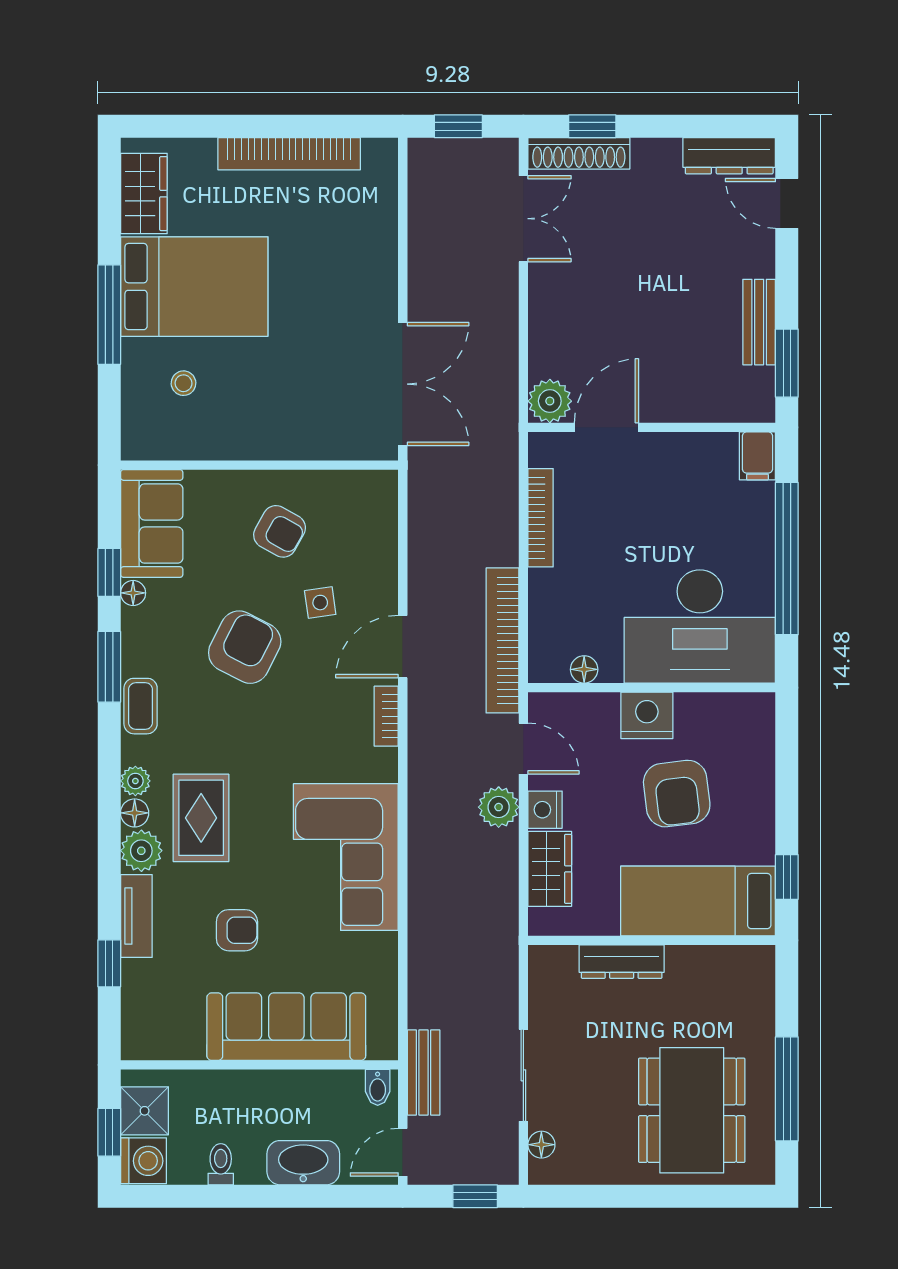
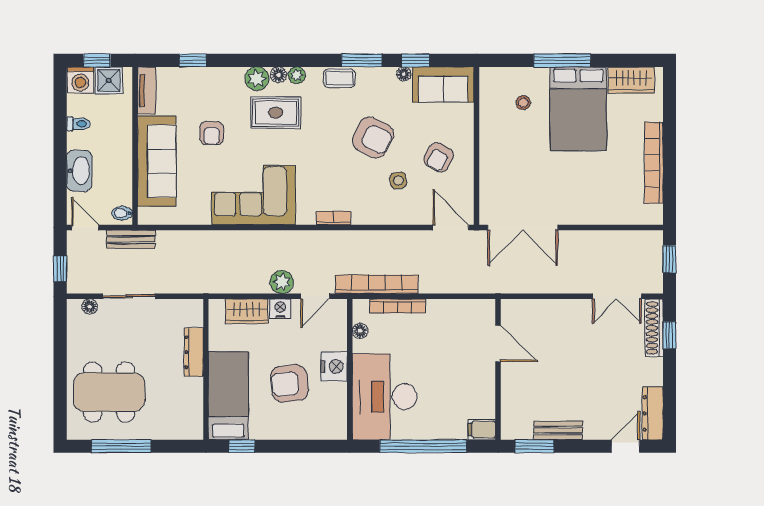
plant: (550, 401) -> (513, 311), removed
bookcase: (541, 518) -> (398, 306), moved
door: (403, 647) -> (451, 227), moved
tv unit: (136, 916) -> (147, 91), moved, turned -90

